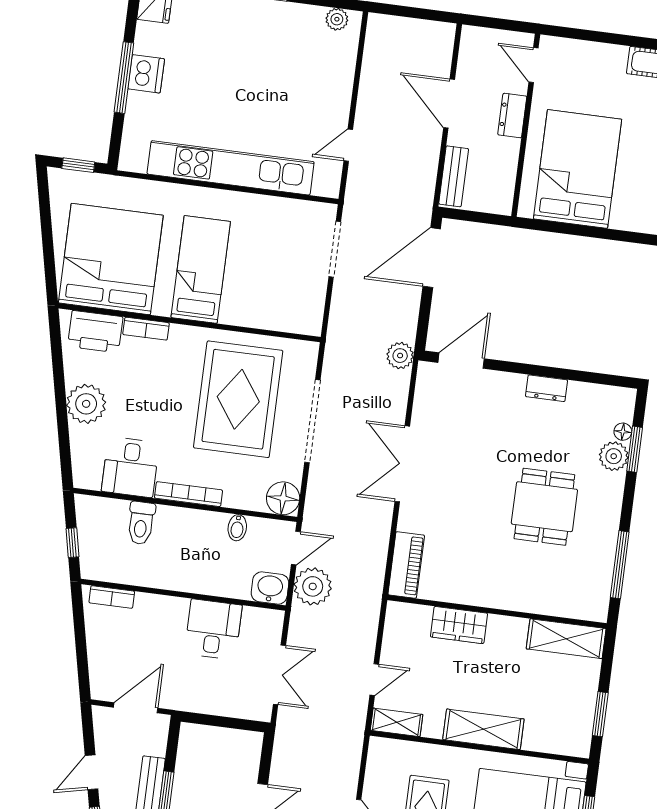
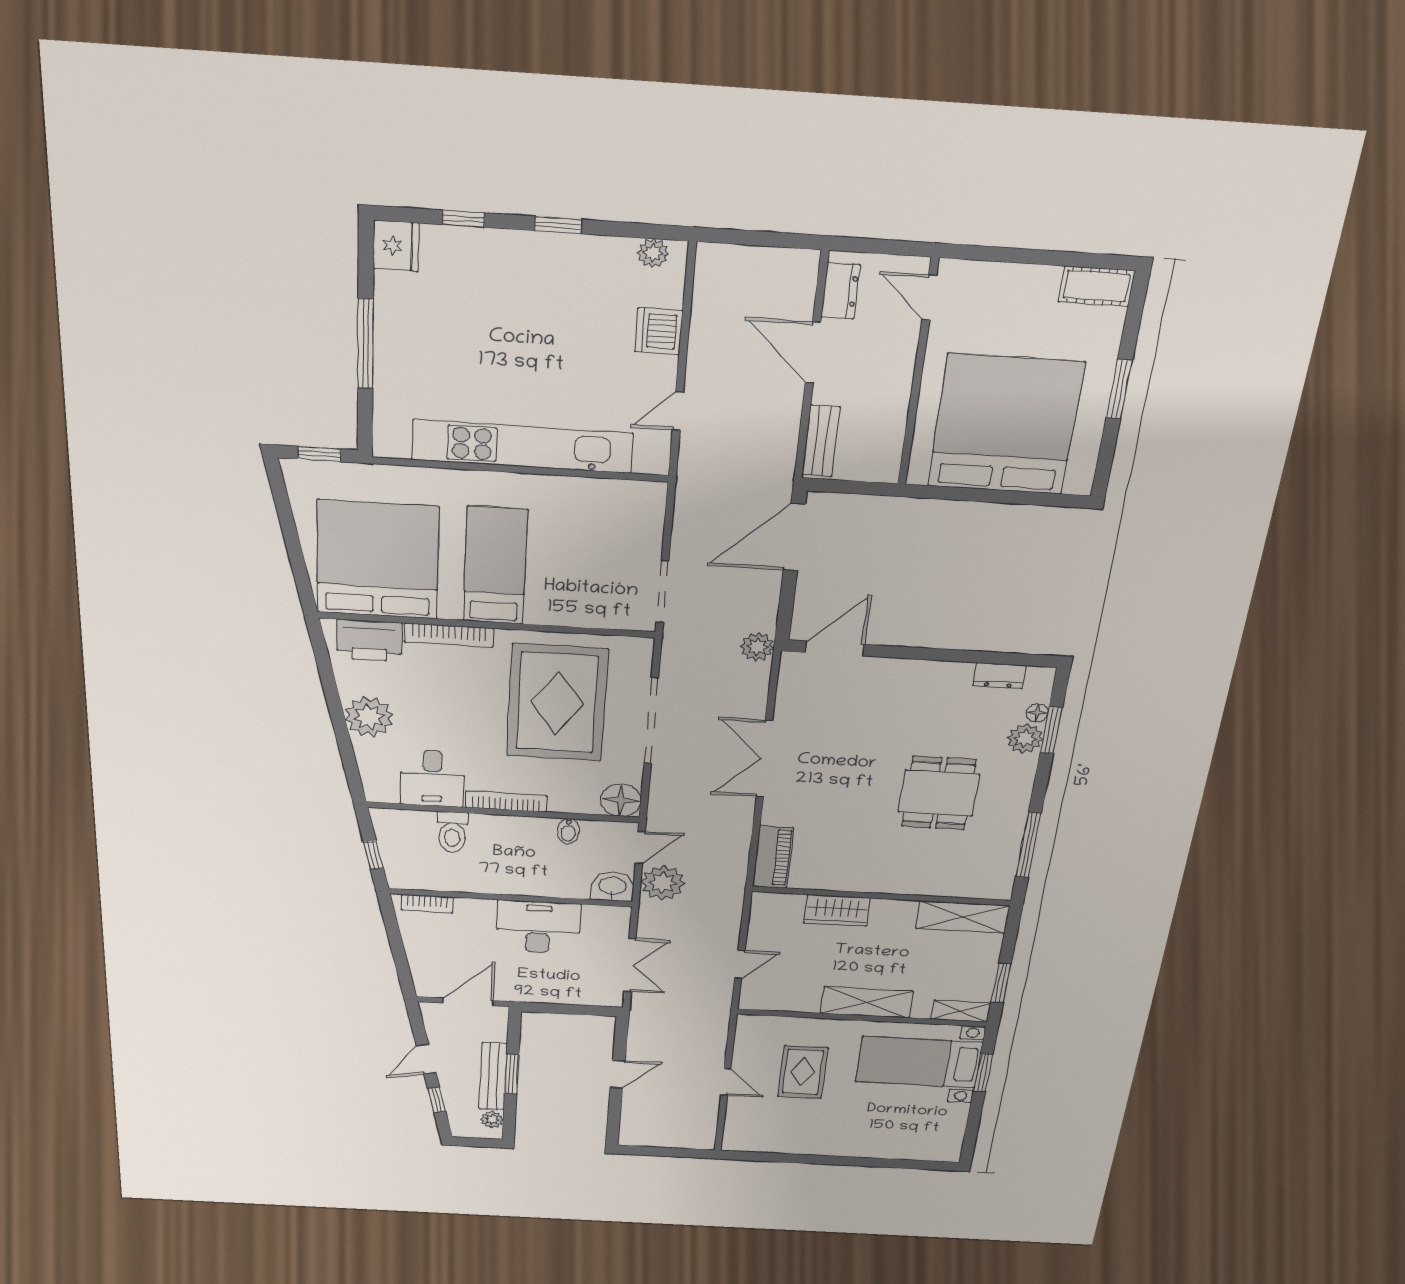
dishwasher: (146, 74) -> (659, 331), moved, turned 180
dresser: (512, 116) -> (841, 291), moved, turned 180
bed: (577, 169) -> (1005, 425), width x1.36
doorway: (335, 249) -> (662, 592), moved
bookcase: (146, 329) -> (449, 635), width x1.56
dresser: (546, 388) -> (999, 676), moved
desk: (213, 629) -> (538, 927), width x1.37
shelving: (397, 722) -> (961, 1011), moved

